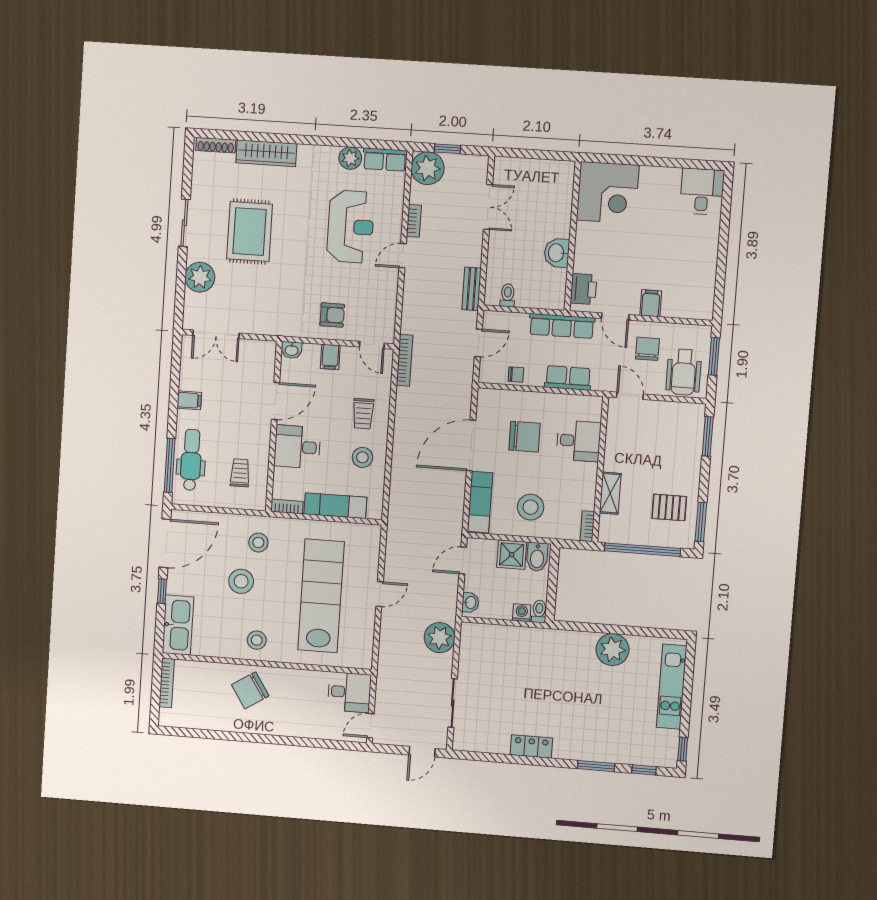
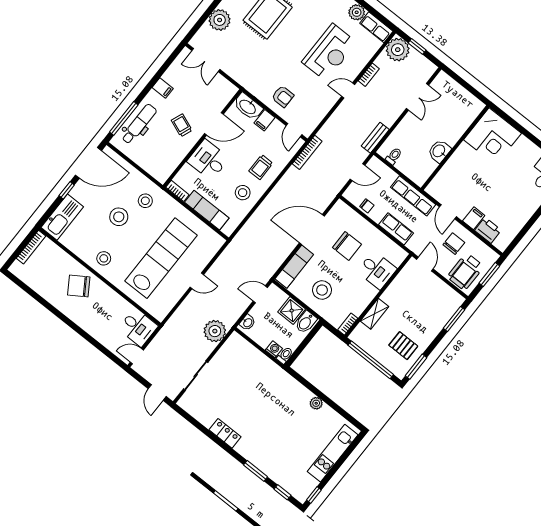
printer: (583, 289) -> (488, 230), moved, turned -90
washbasin: (292, 350) -> (248, 107), width x1.91, depth x1.45
trolley: (240, 473) -> (182, 125), moved, turned -69
plant: (612, 650) -> (316, 403), width x0.53, depth x0.53
door: (422, 752) -> (157, 393), hinge flipped

